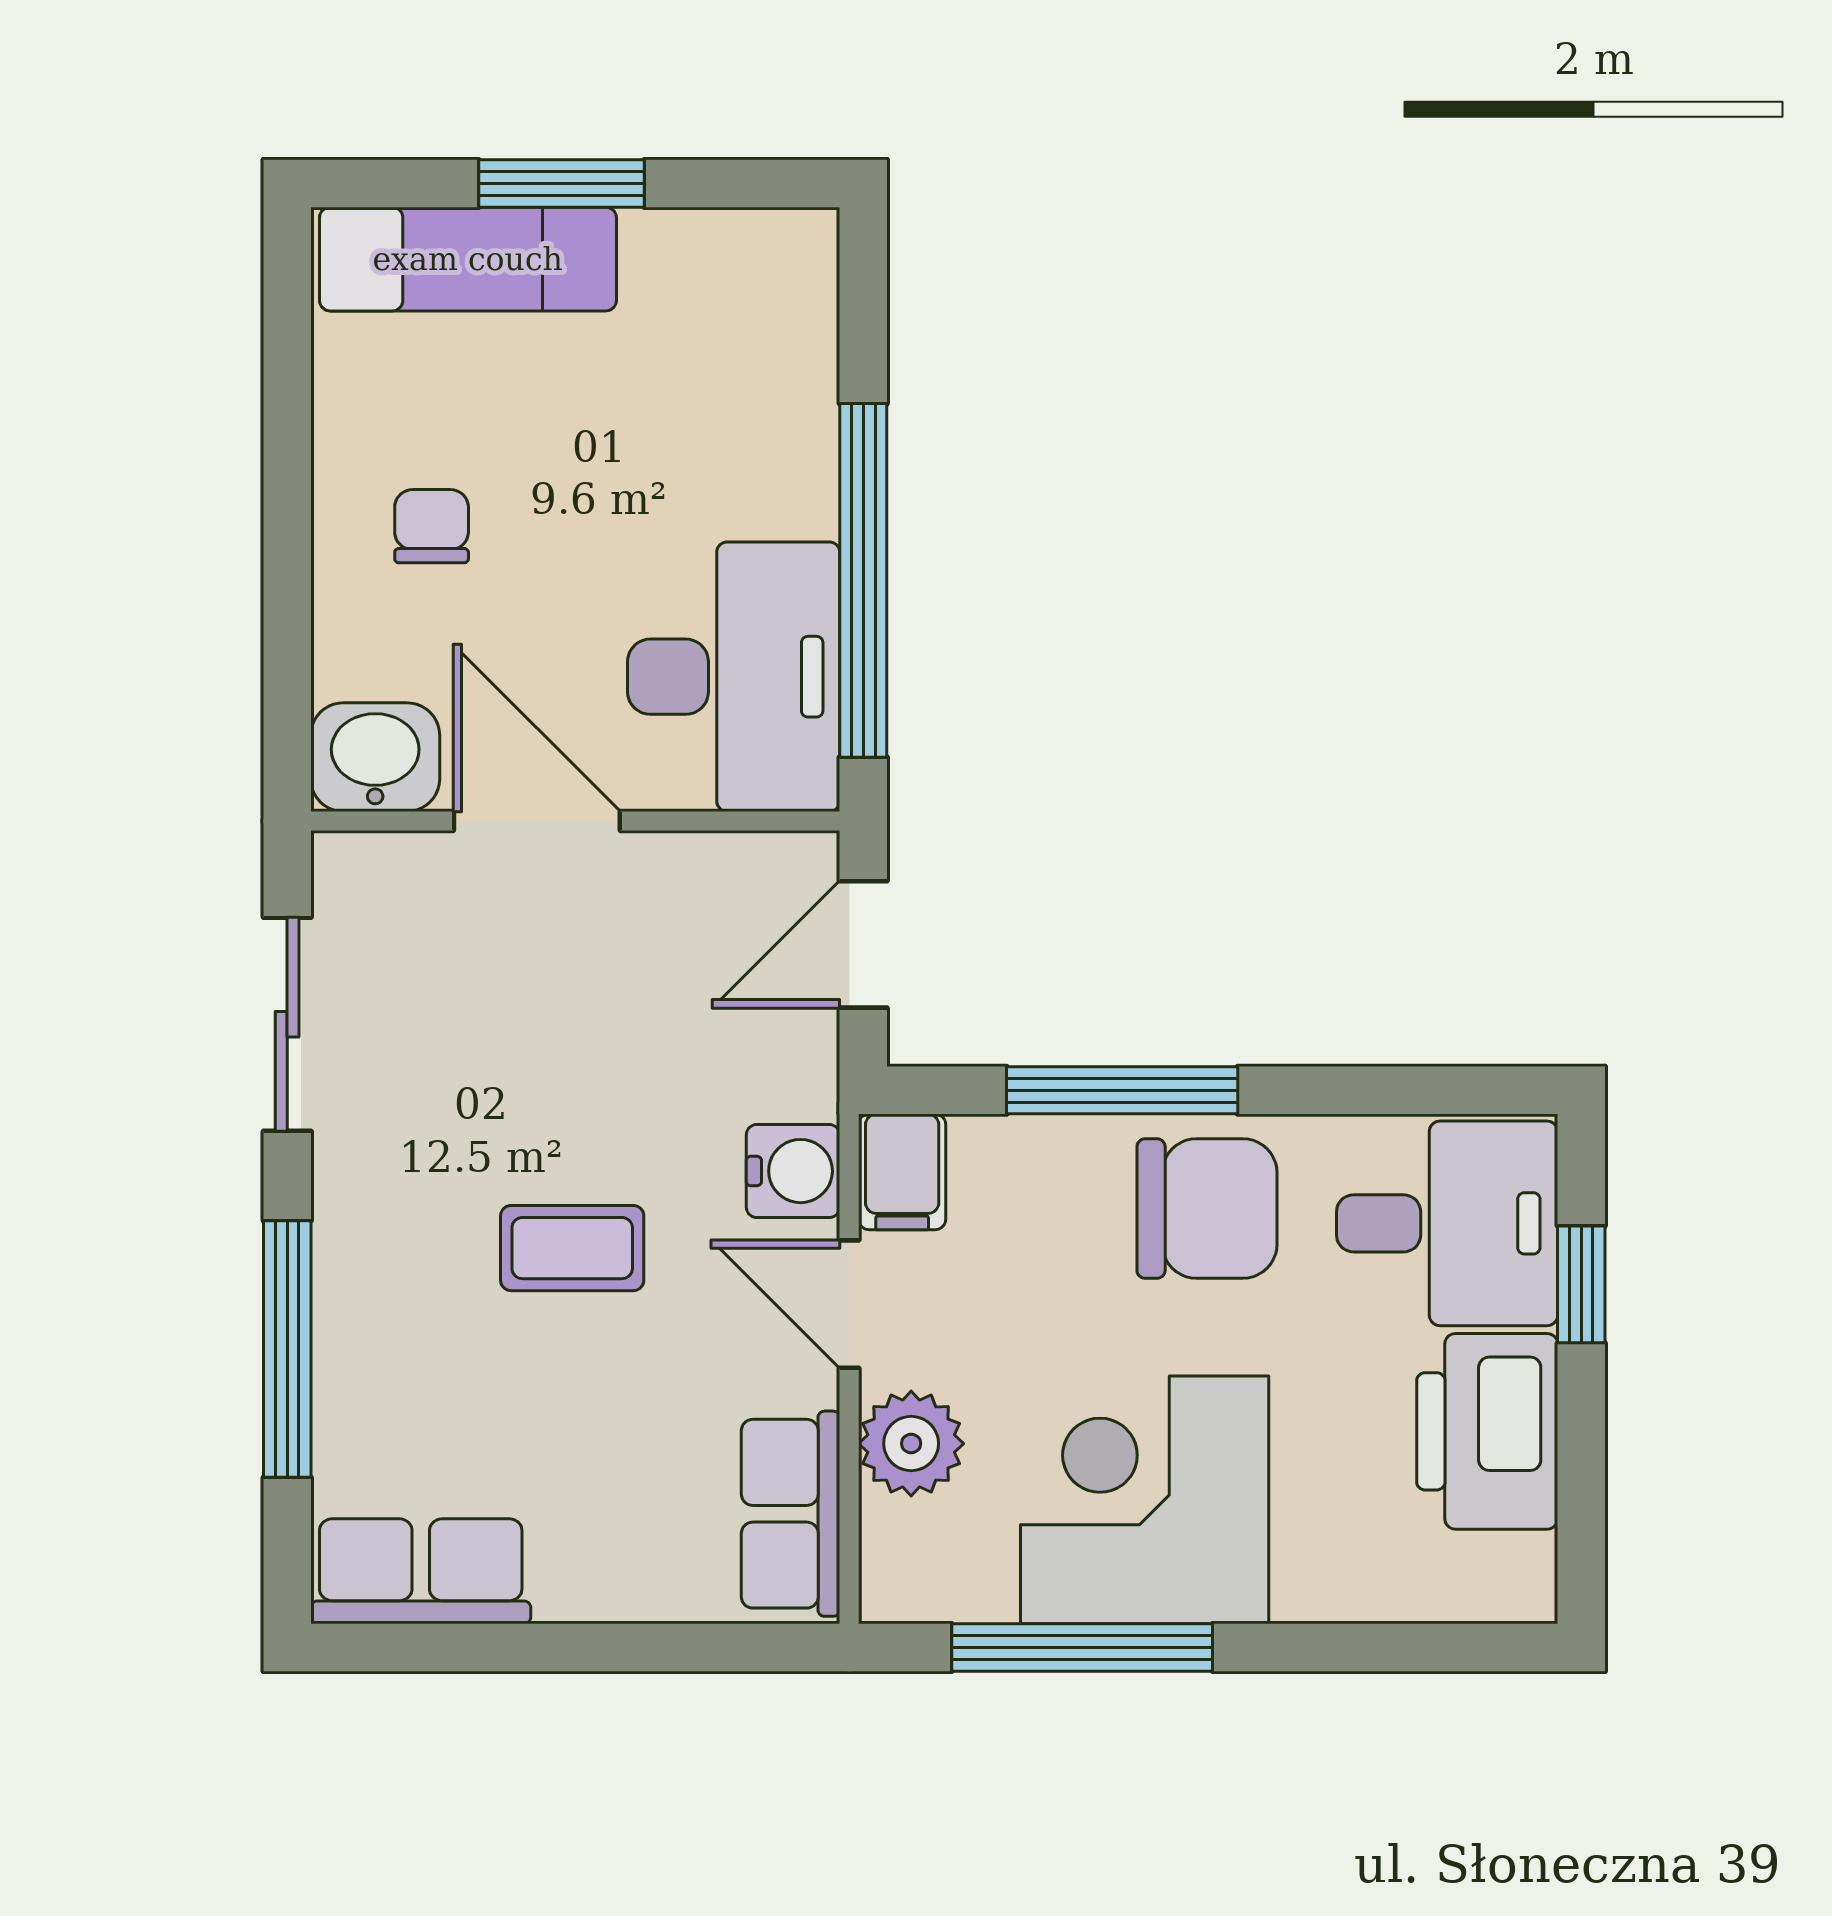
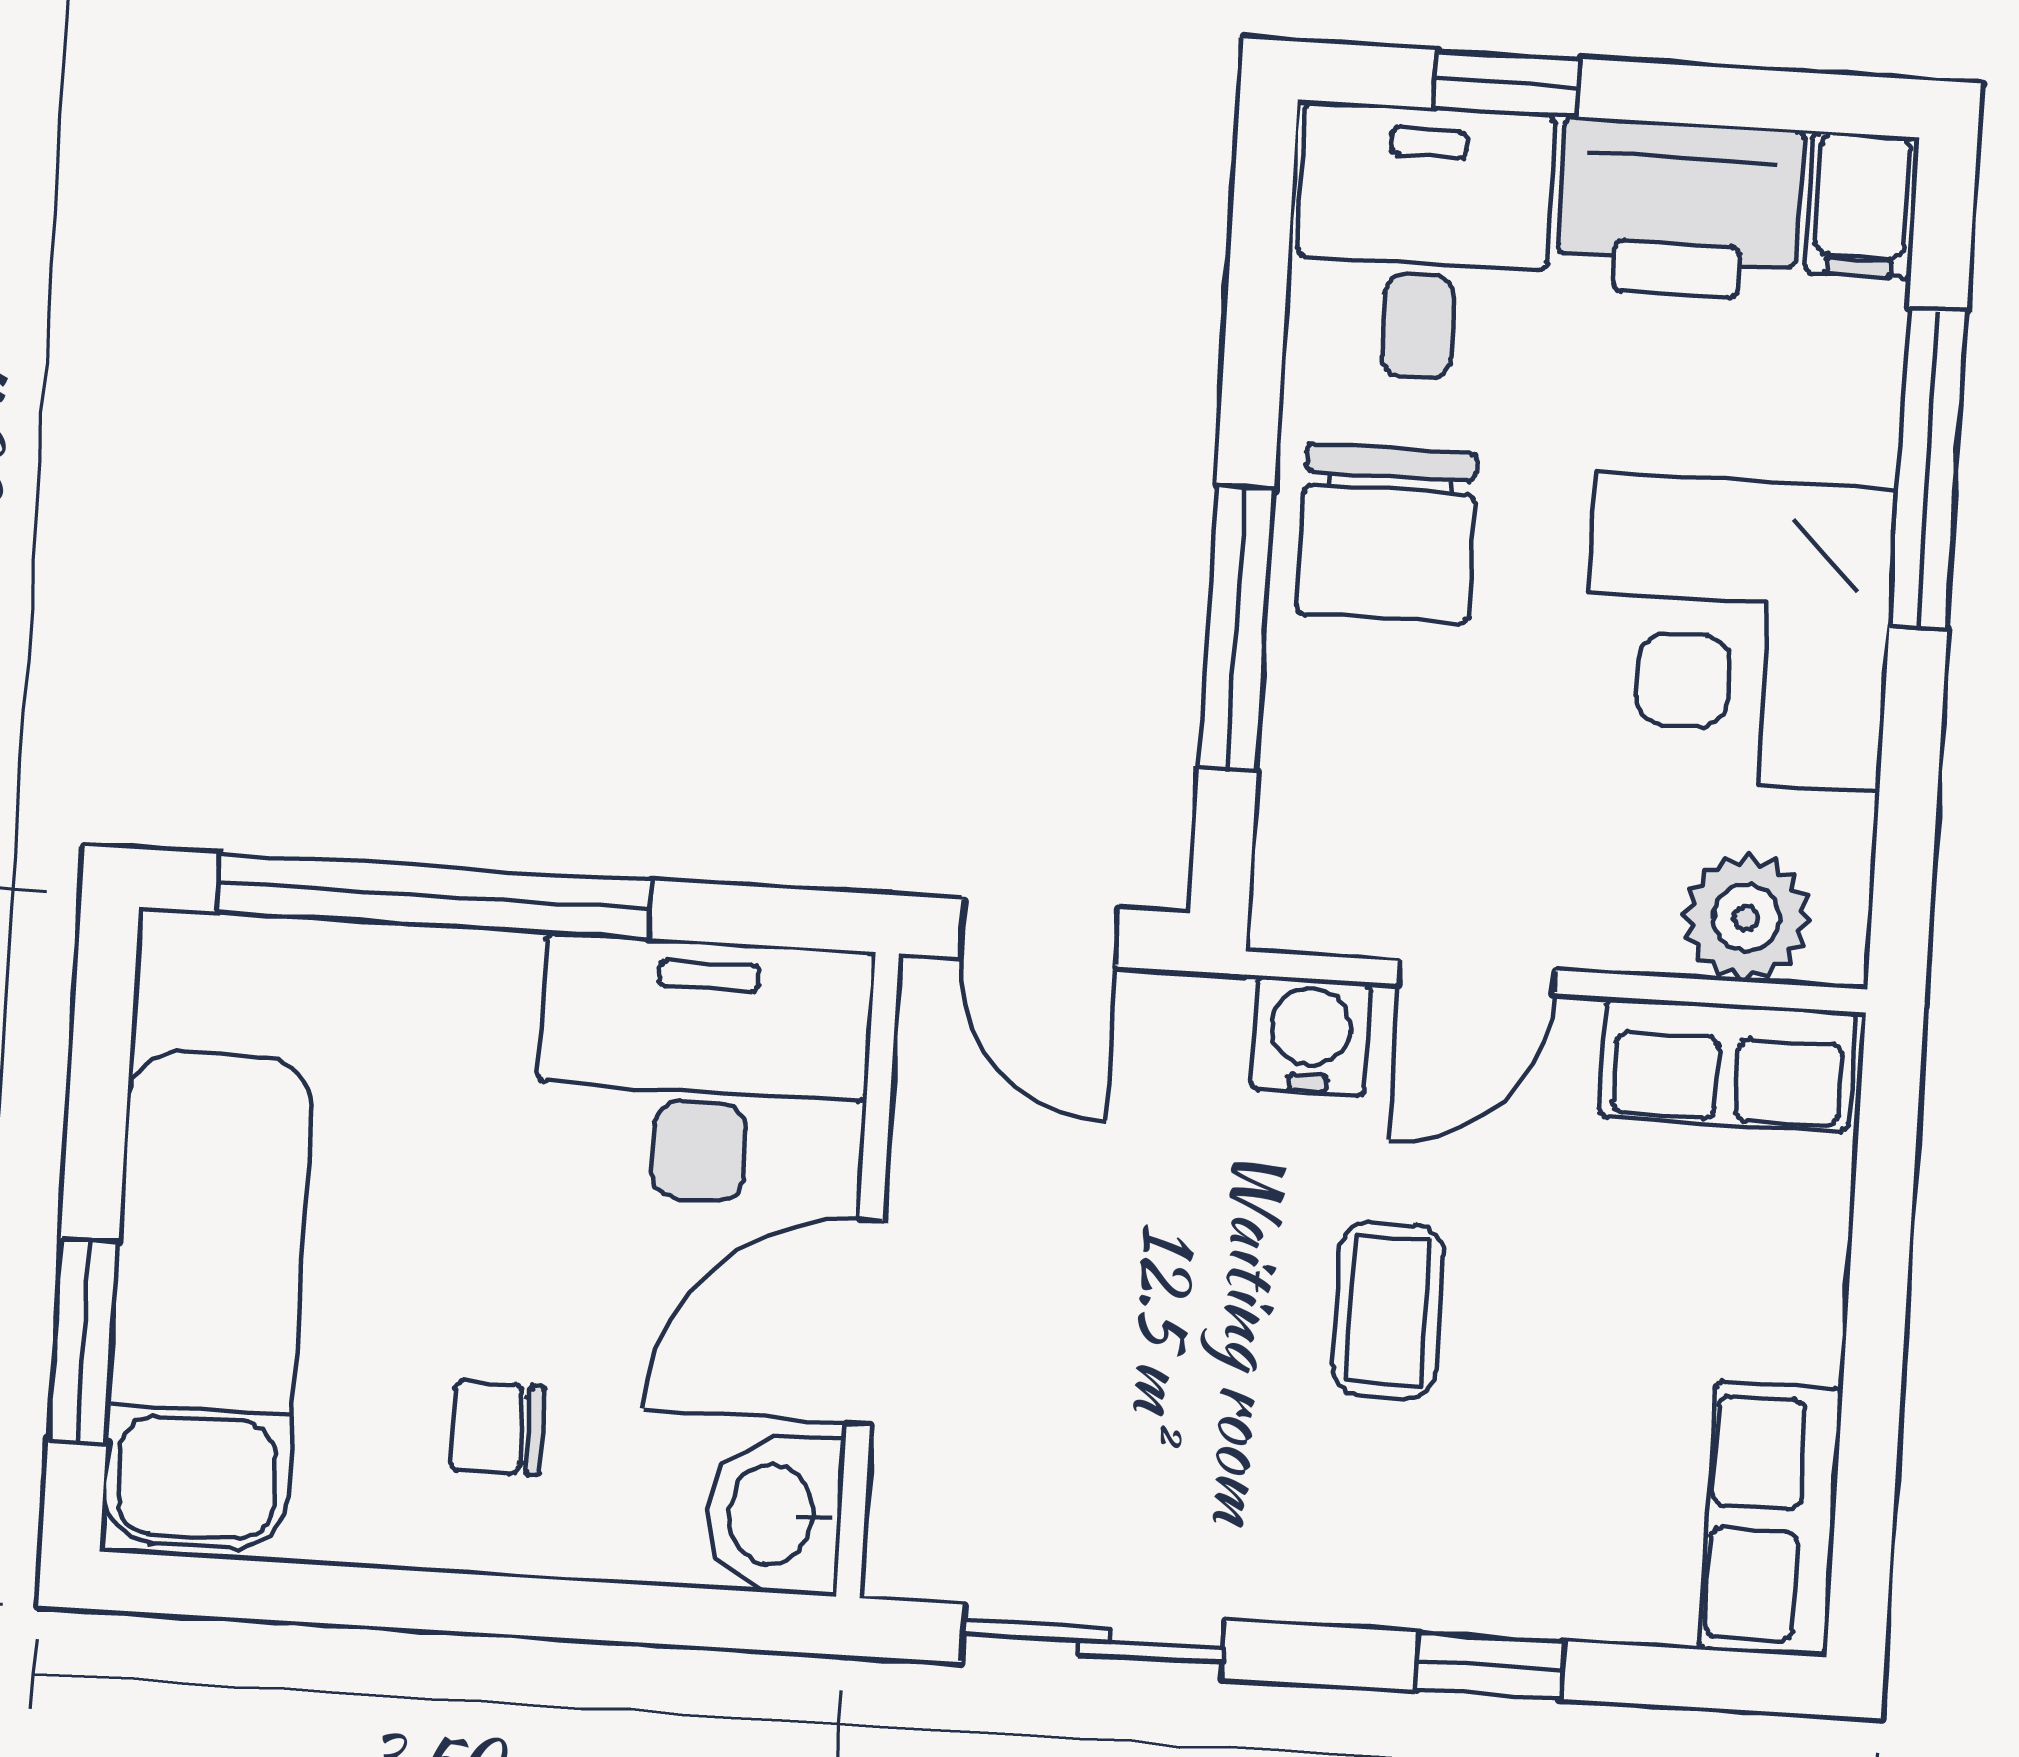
window: (562, 183) -> (83, 1341), moved
exam couch: (468, 259) -> (207, 1300), width x1.36, depth x1.45
window: (863, 580) -> (434, 896), moved
filing cabinet: (902, 1172) -> (1862, 205), moved, turned 90
chair: (1207, 1209) -> (1387, 534), turned 180
window: (287, 1349) -> (1490, 1666), width x0.46
plant: (911, 1444) -> (1746, 918), moved
window: (1082, 1648) -> (1928, 469), moved

